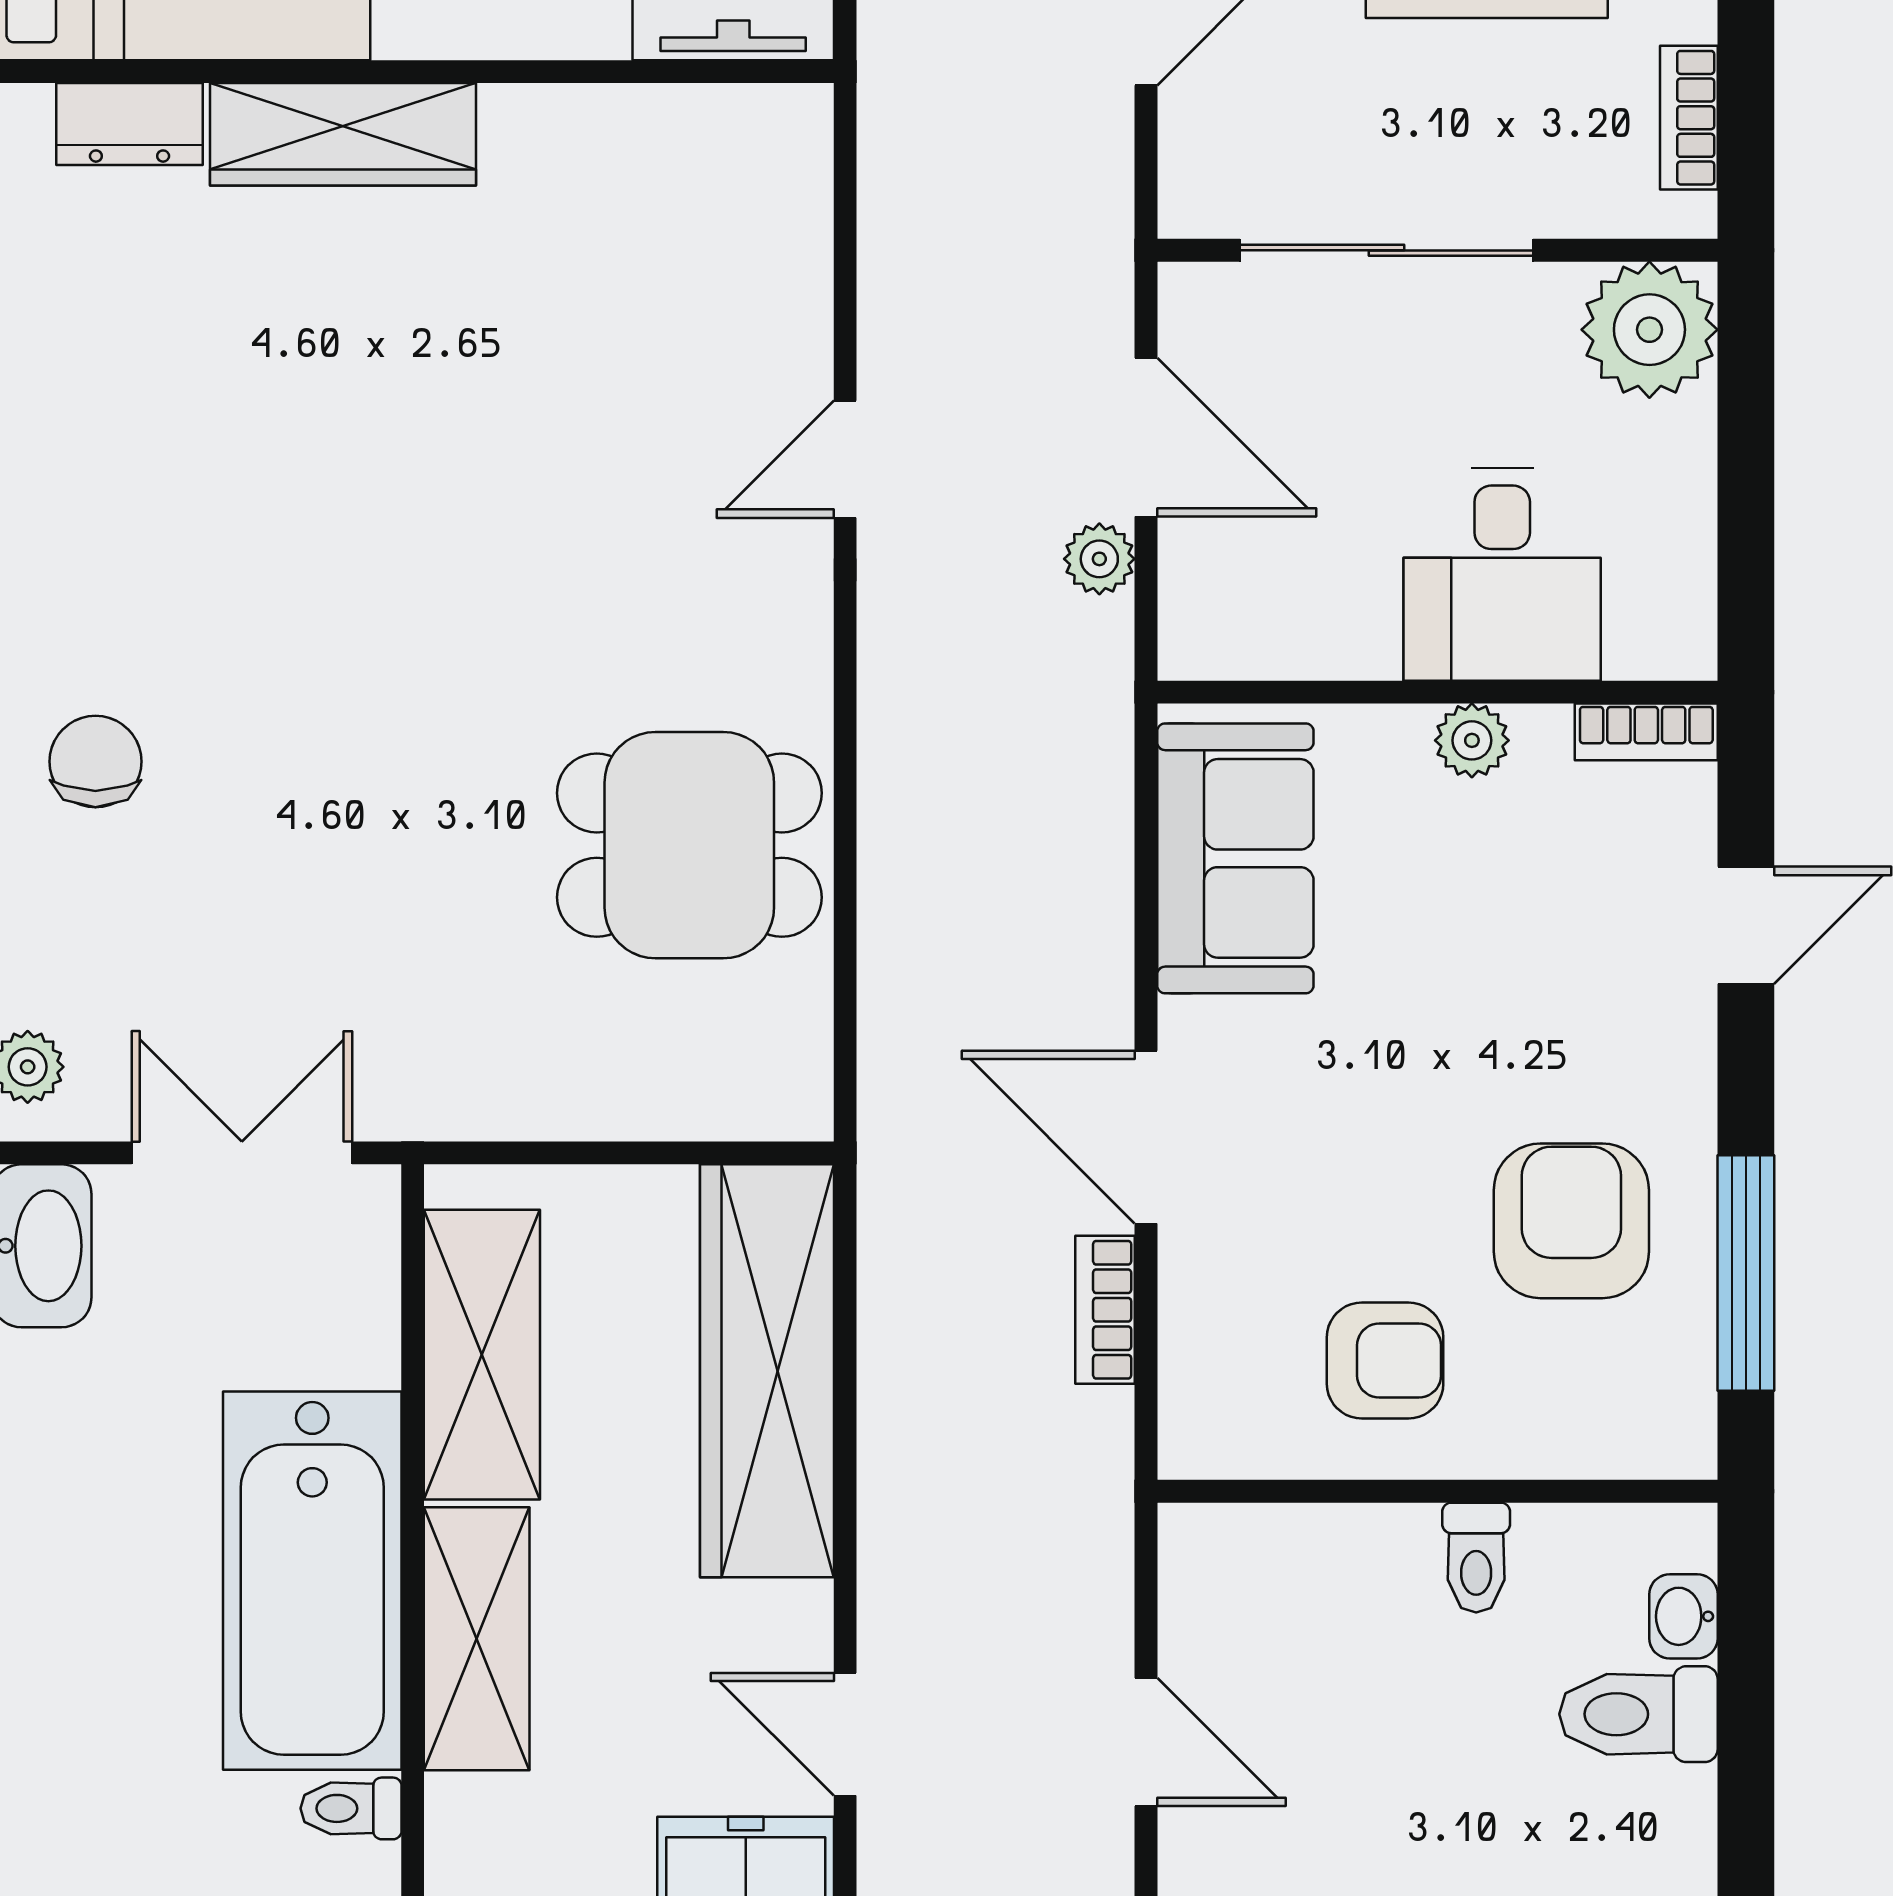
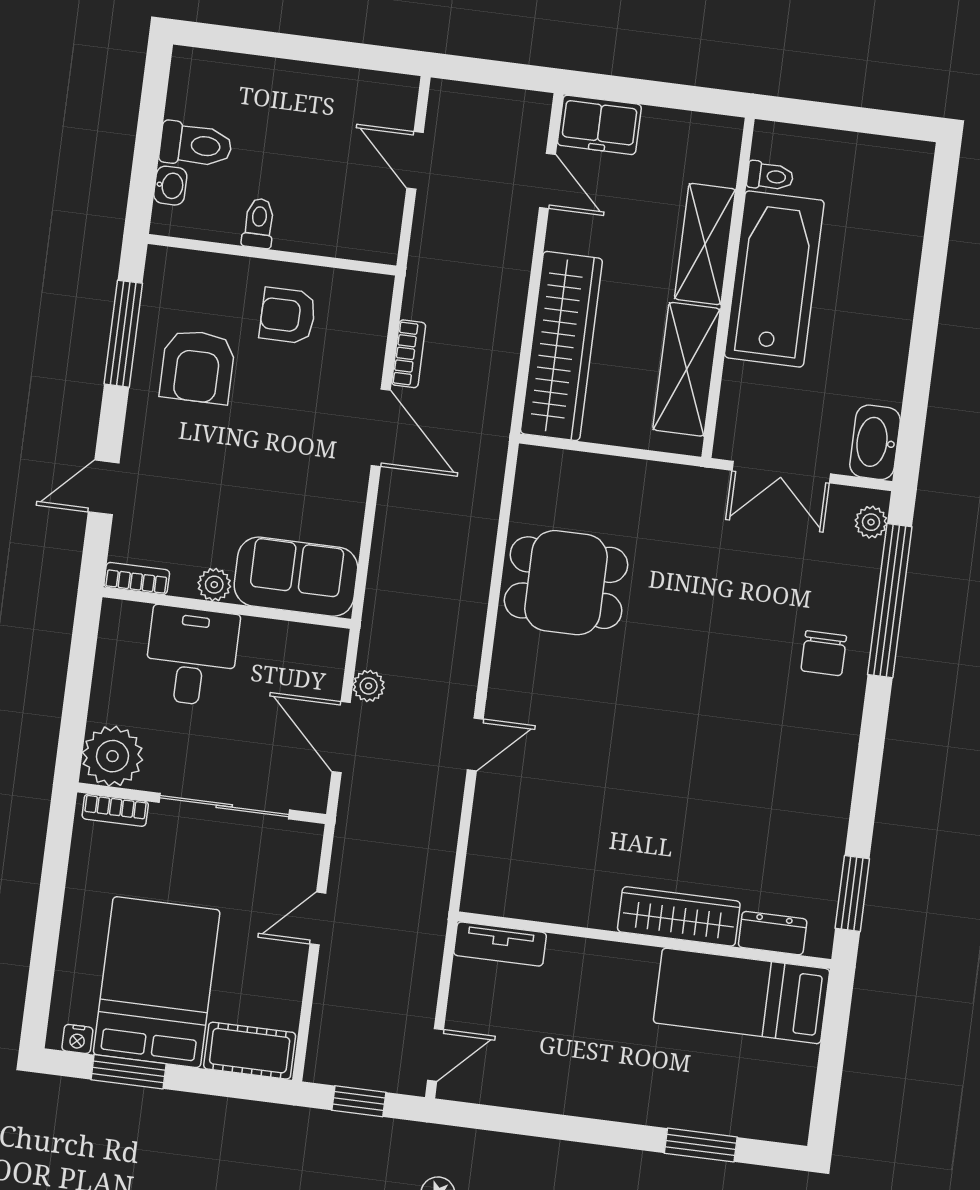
bookcase: (1689, 118) -> (115, 810), moved, turned 90
sofa: (1235, 858) -> (296, 577), moved, turned 90

